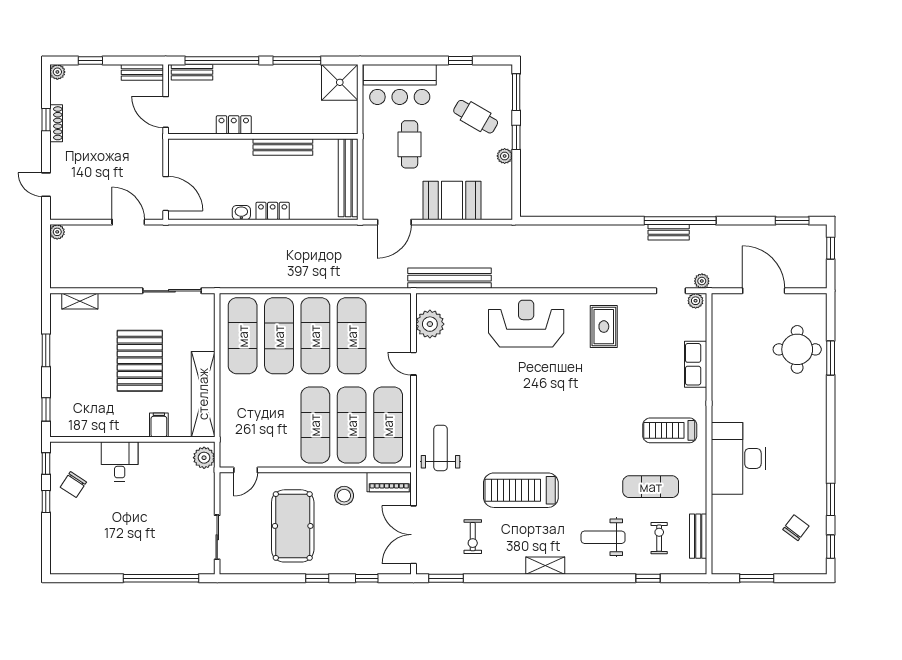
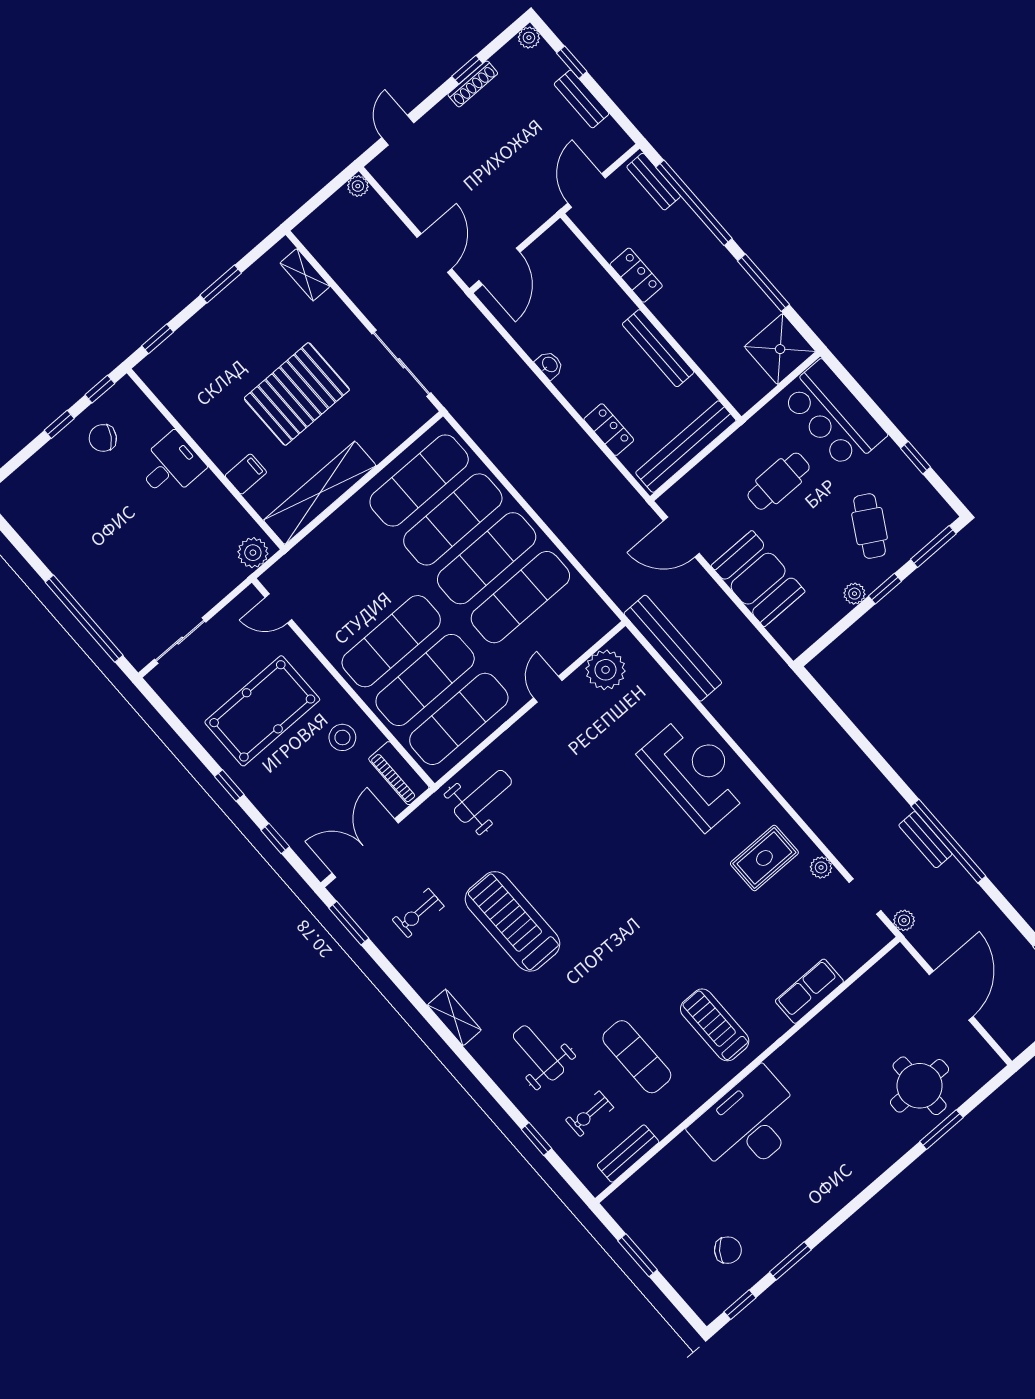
bench: (142, 72) -> (581, 99), moved
locker: (273, 211) -> (609, 430), moved
plant: (696, 301) -> (821, 867), moved
exercise bike: (659, 538) -> (590, 1114), turned 180

